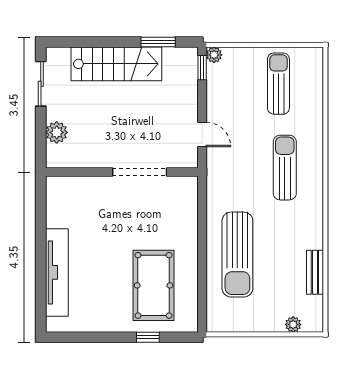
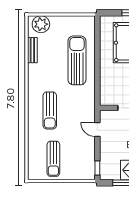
plant: (214, 55) -> (90, 175), removed
plant: (293, 324) -> (41, 24), width x1.88, depth x1.88

